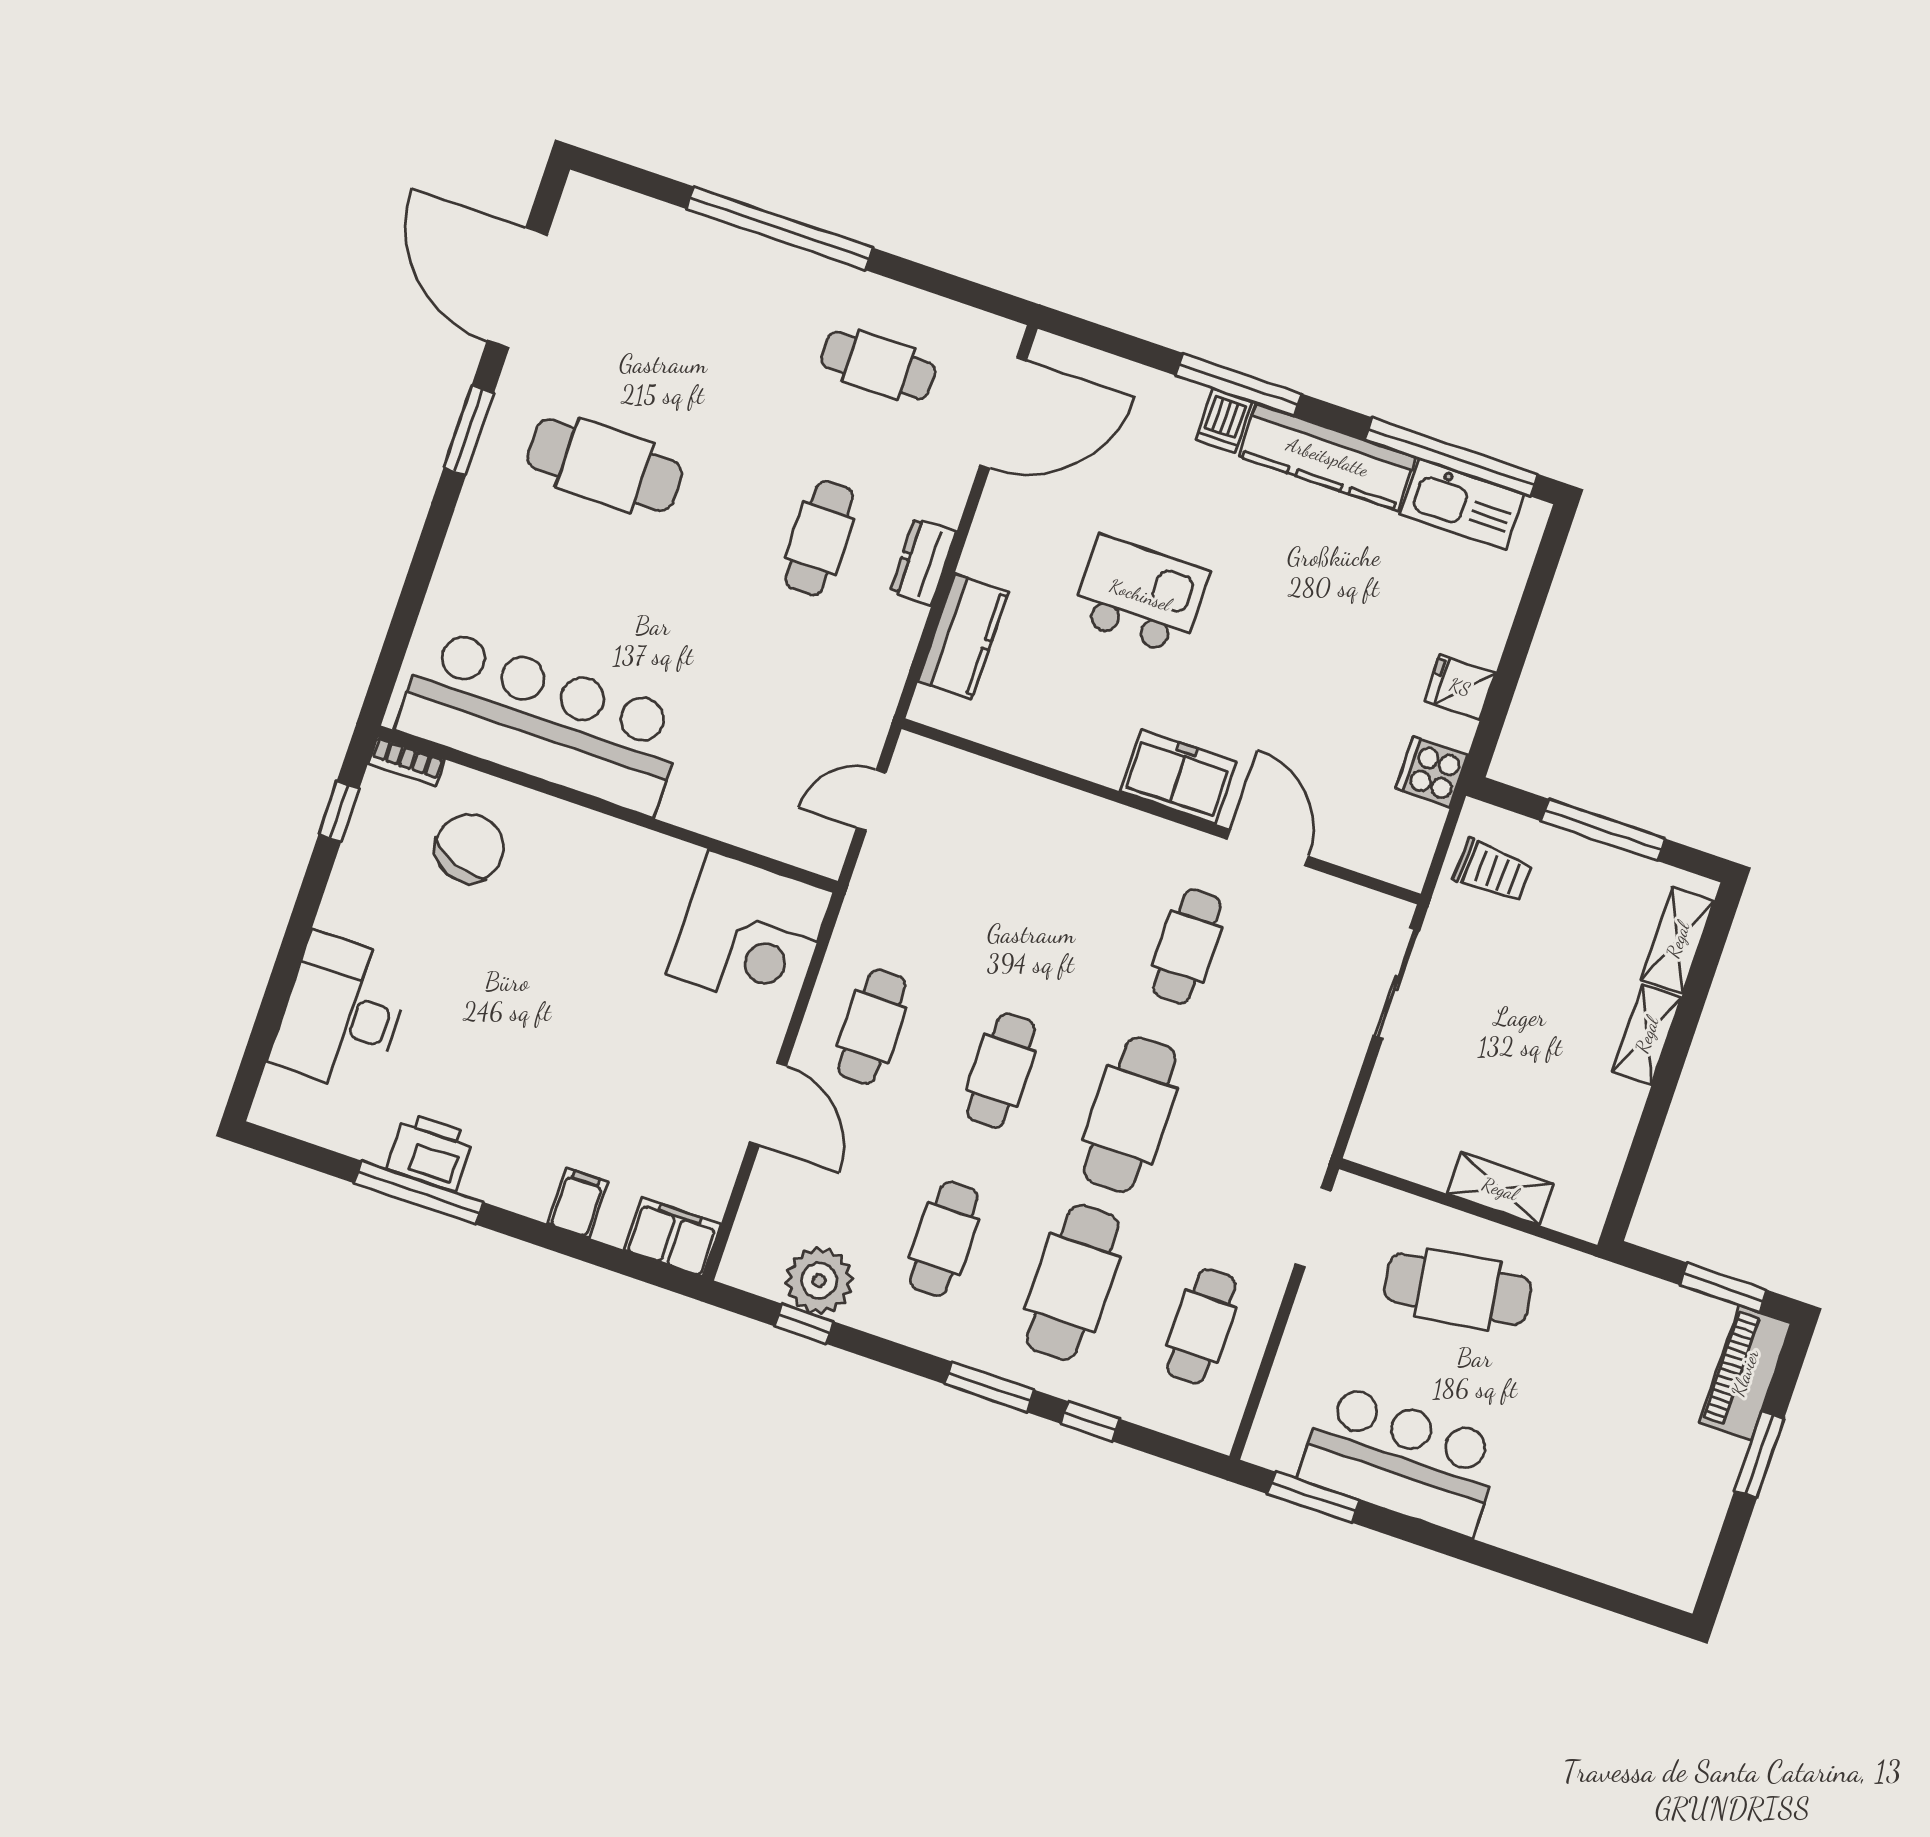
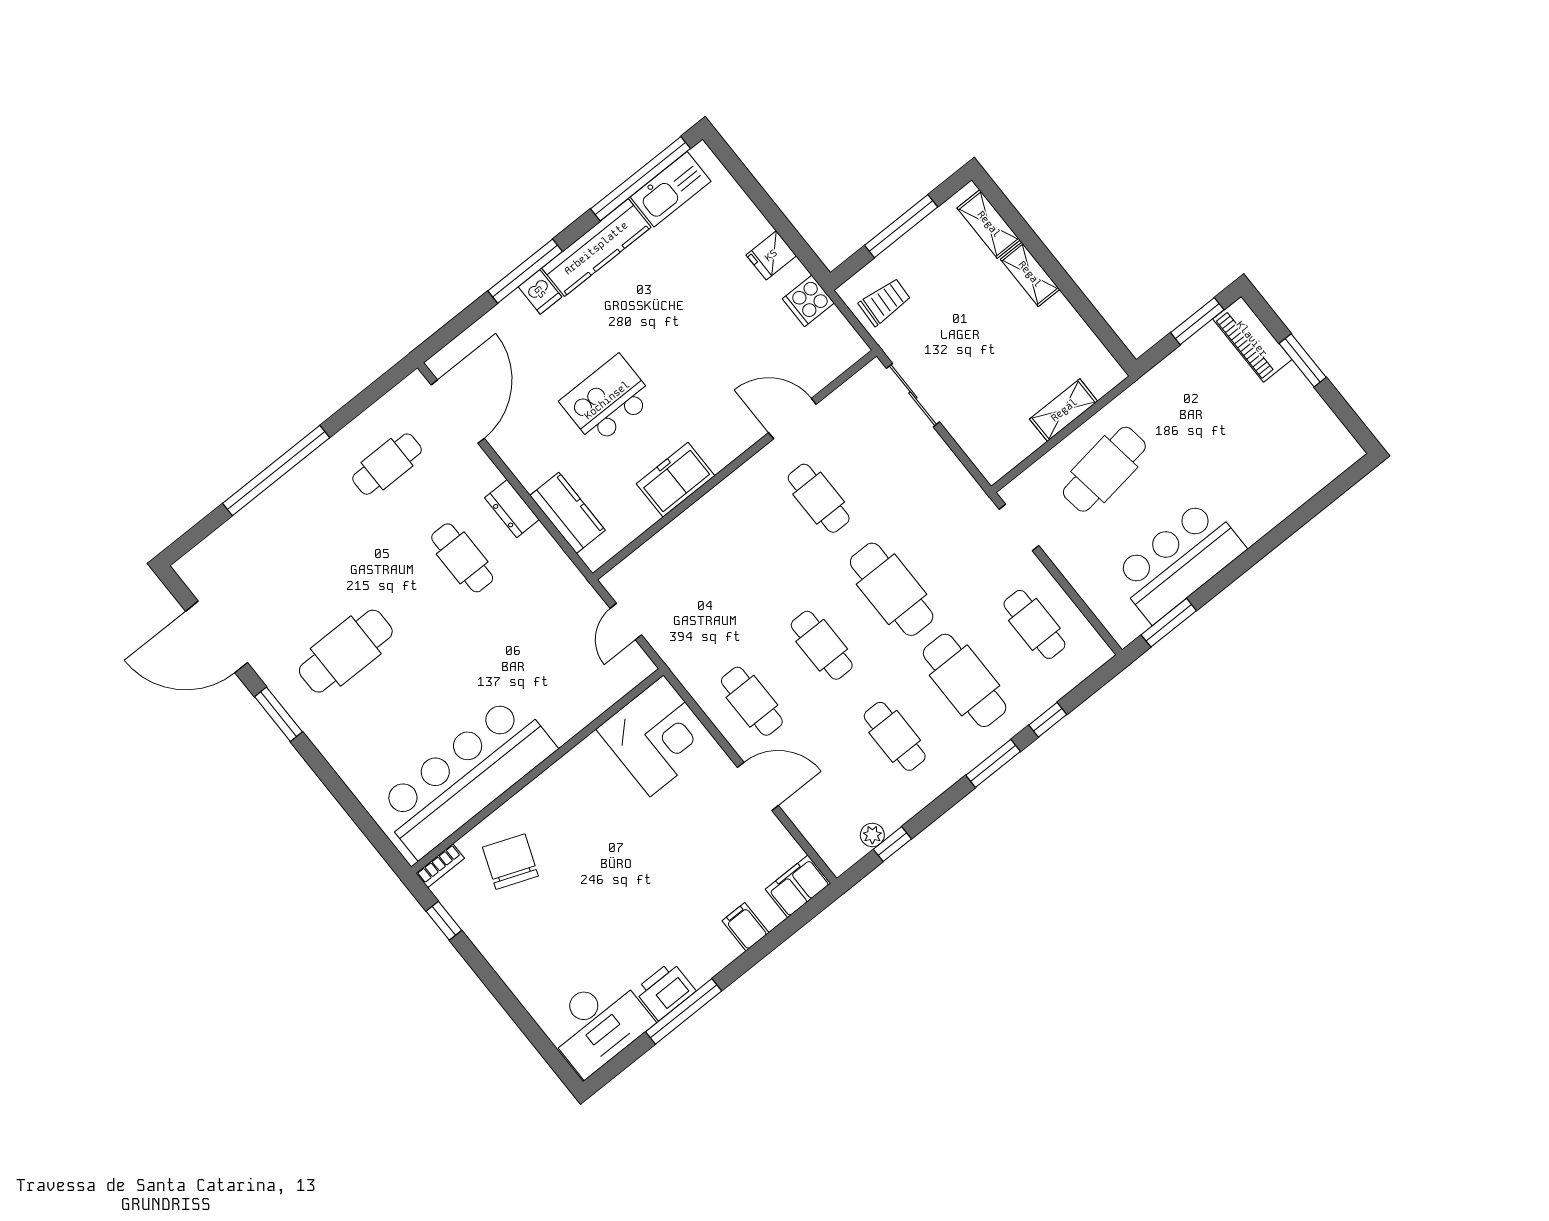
freezer: (1178, 777) -> (676, 480), moved
desk: (341, 1013) -> (598, 1023), moved, turned -90
plant: (819, 1281) -> (872, 835), width x0.53, depth x0.53

